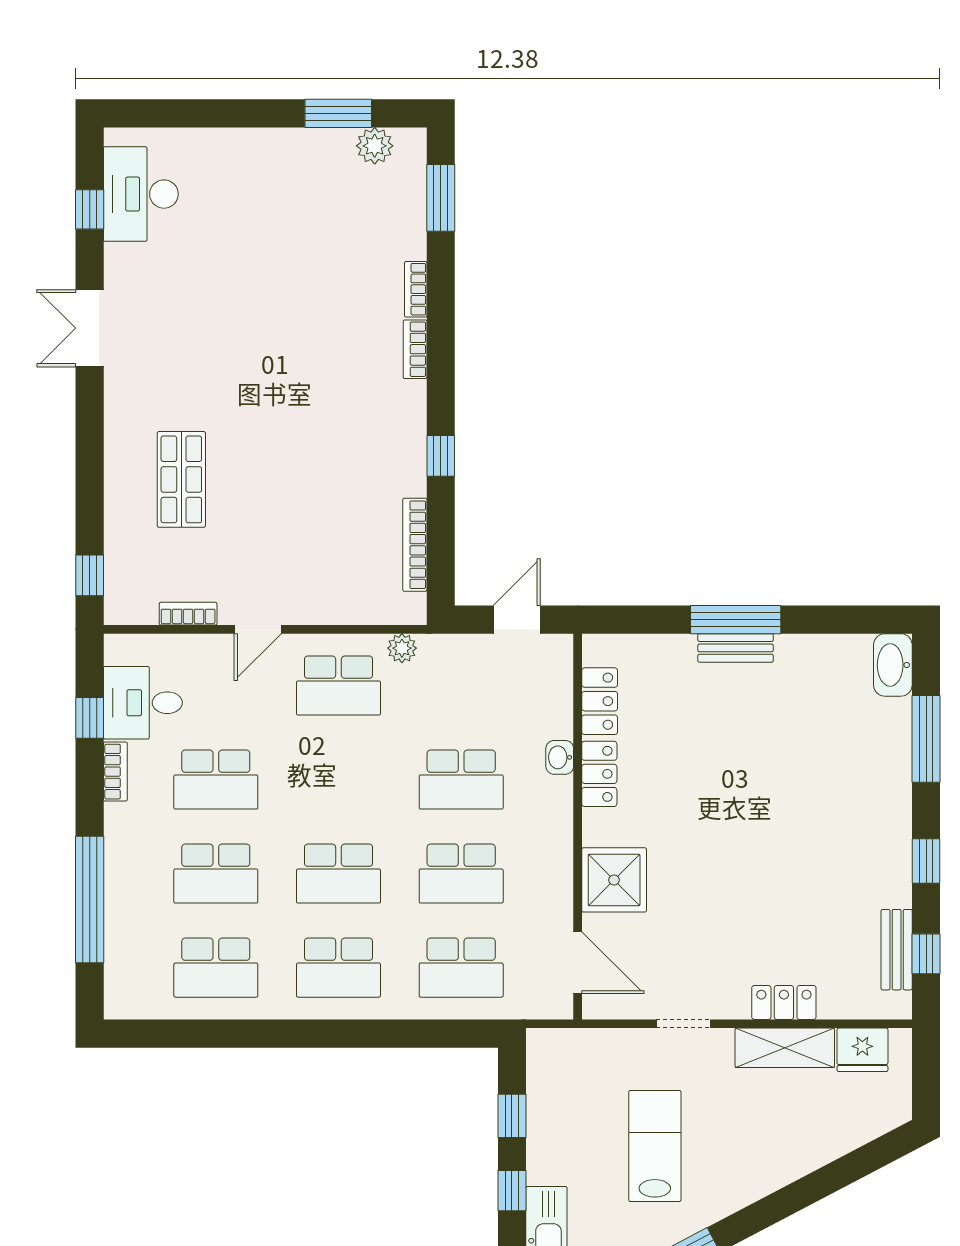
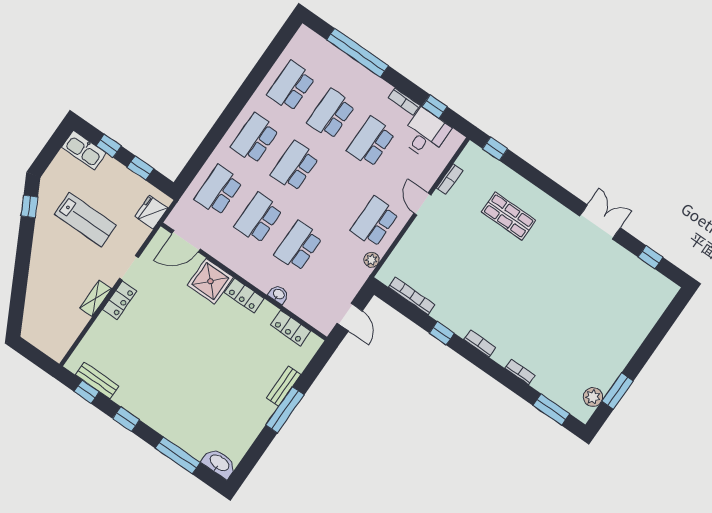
desk: (141, 194) -> (642, 283), removed
bookcase: (415, 349) -> (480, 343), moved
bench: (736, 648) -> (284, 386), moved
locker: (599, 774) -> (244, 296), moved
locker: (784, 1003) -> (120, 300), moved
shelving: (785, 1048) -> (96, 298), width x0.67, depth x0.75
fridge: (862, 1050) -> (151, 212), moved

